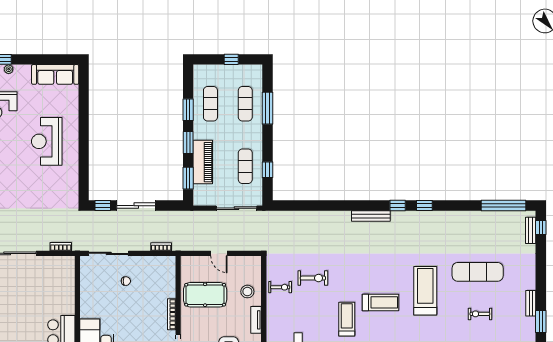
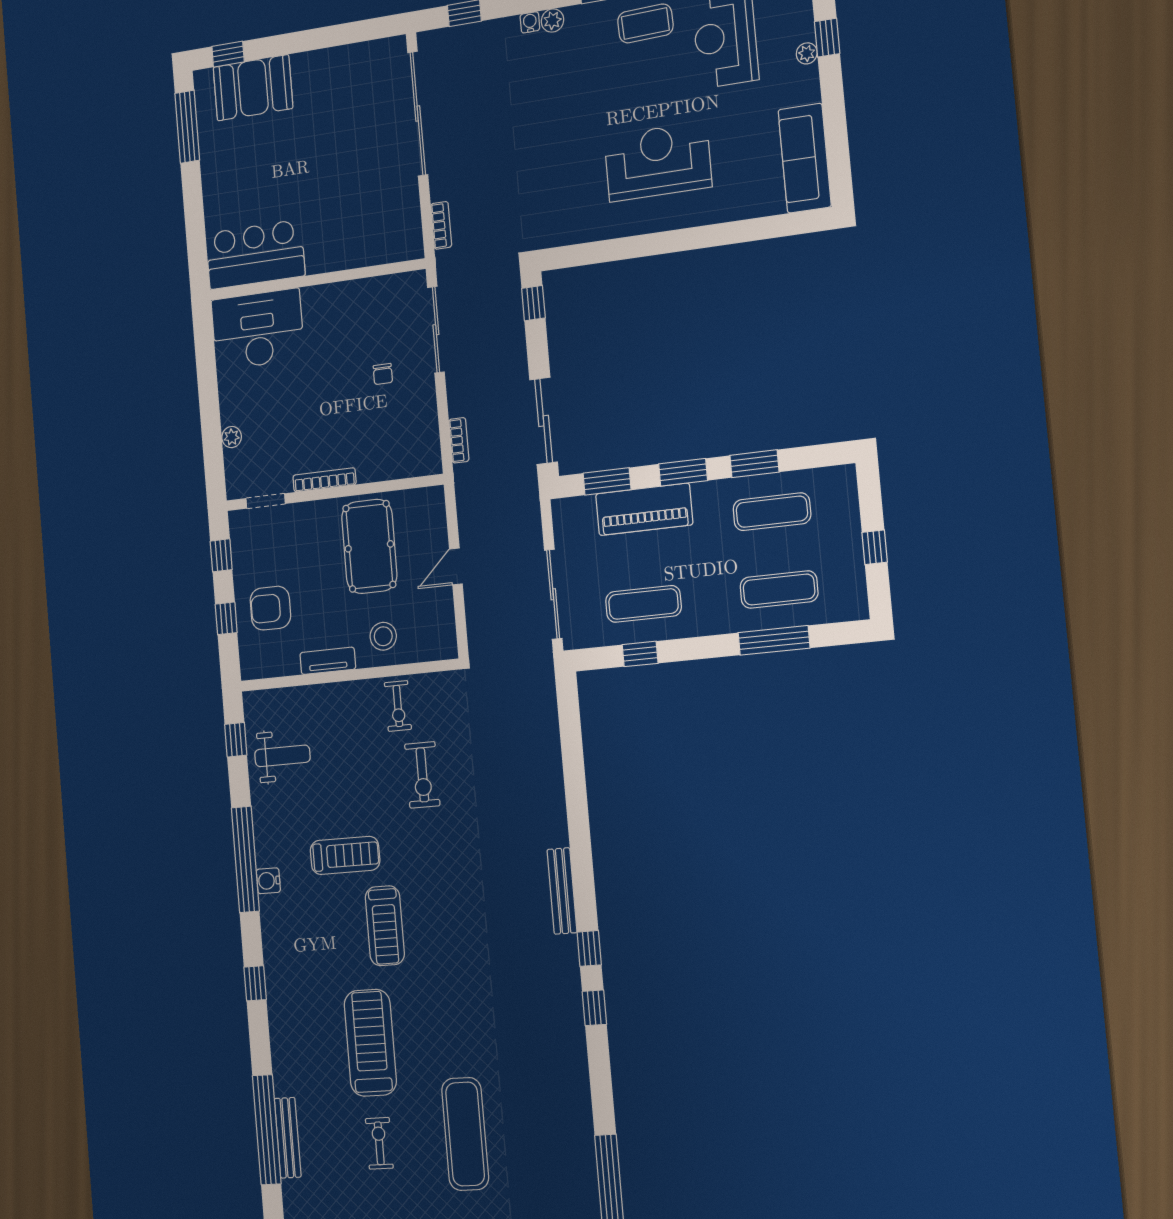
sliding door: (136, 206) -> (544, 421), moved
treadmill: (425, 291) -> (370, 1043), moved, turned -90

